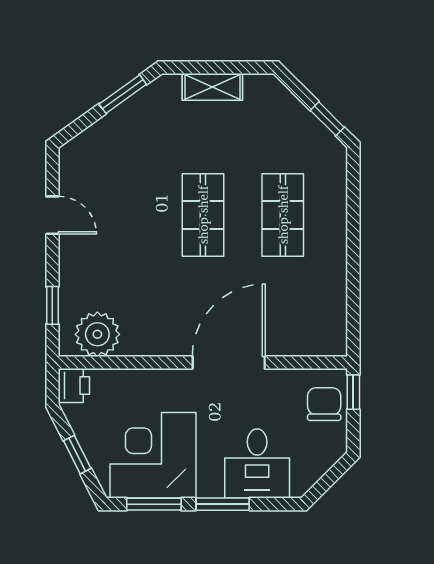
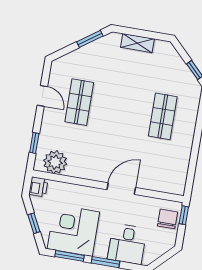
shop shelf: (203, 215) -> (79, 102), moved
door: (229, 363) -> (121, 189), width x0.73

